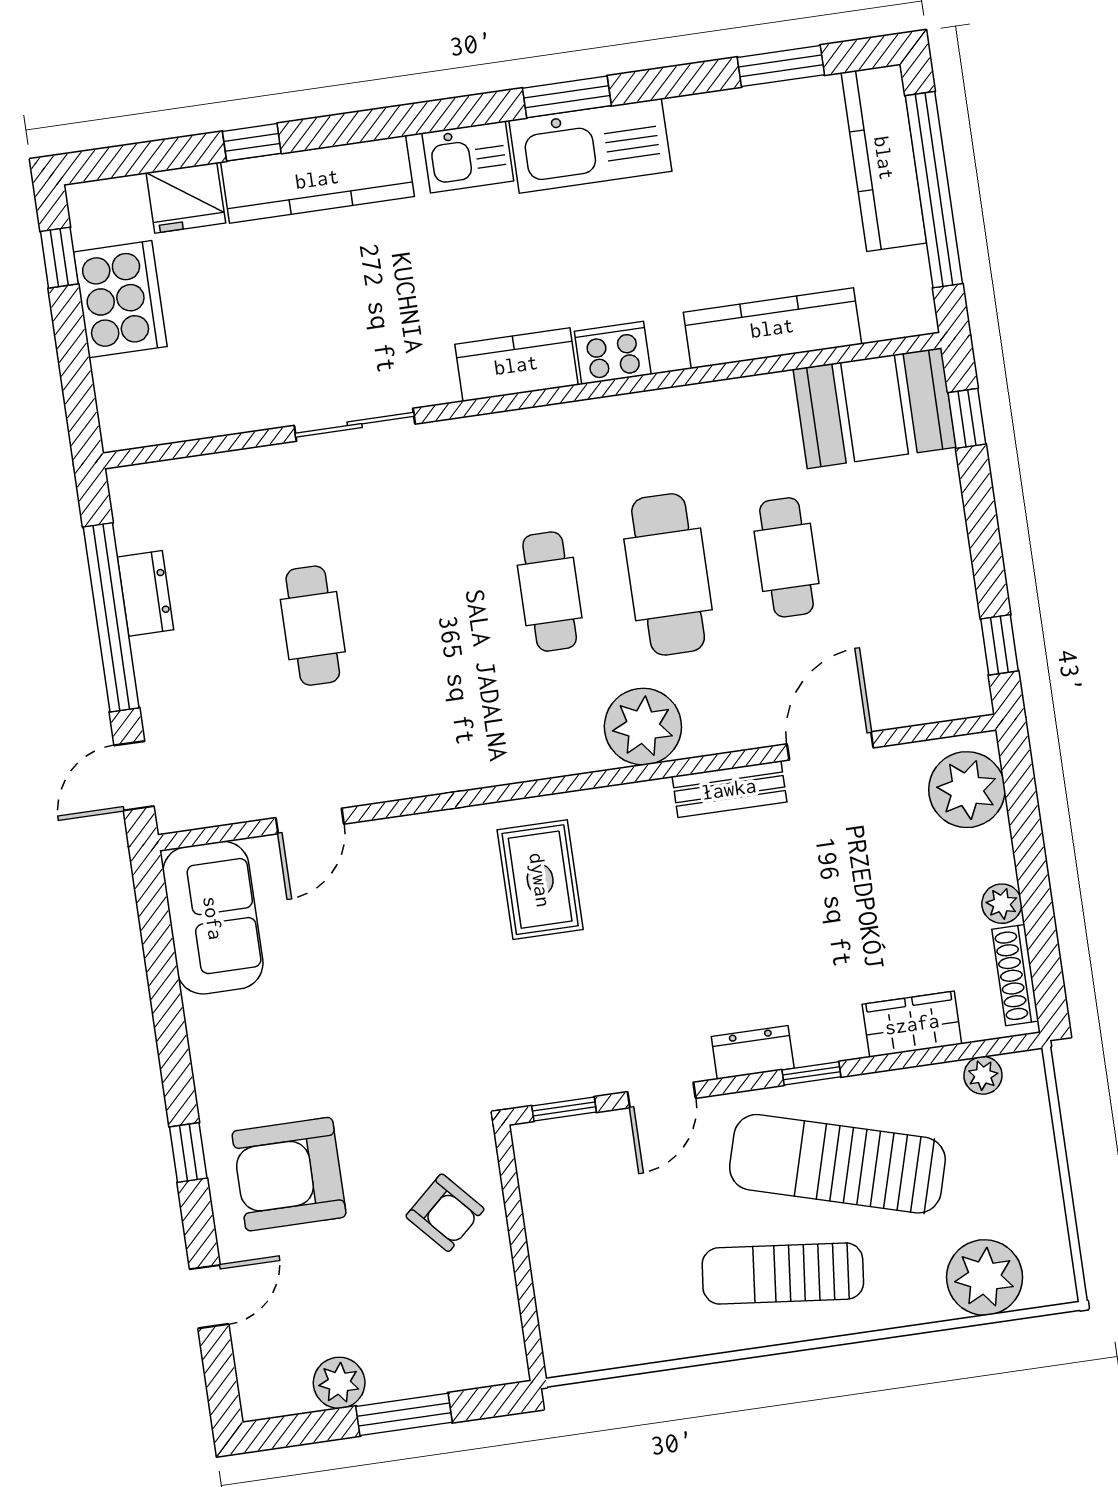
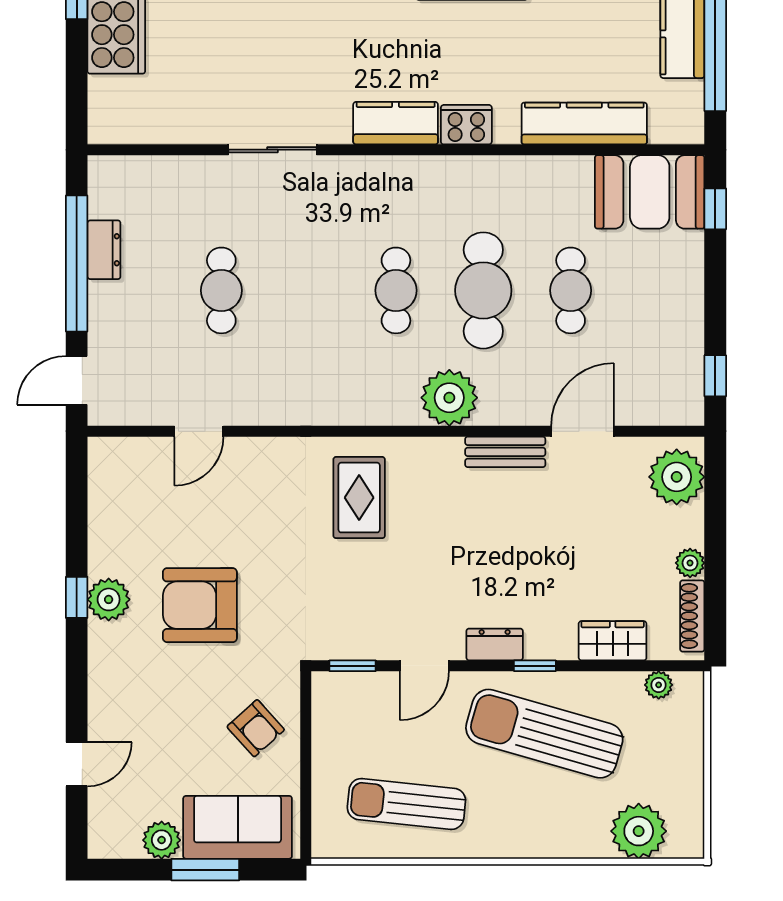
sofa: (213, 918) -> (238, 827), moved, turned -90
plant: (220, 1067) -> (109, 599), added
window: (188, 1153) -> (77, 597), moved
armchair: (289, 1174) -> (200, 605), moved
sun lounger: (783, 1273) -> (406, 804), moved

